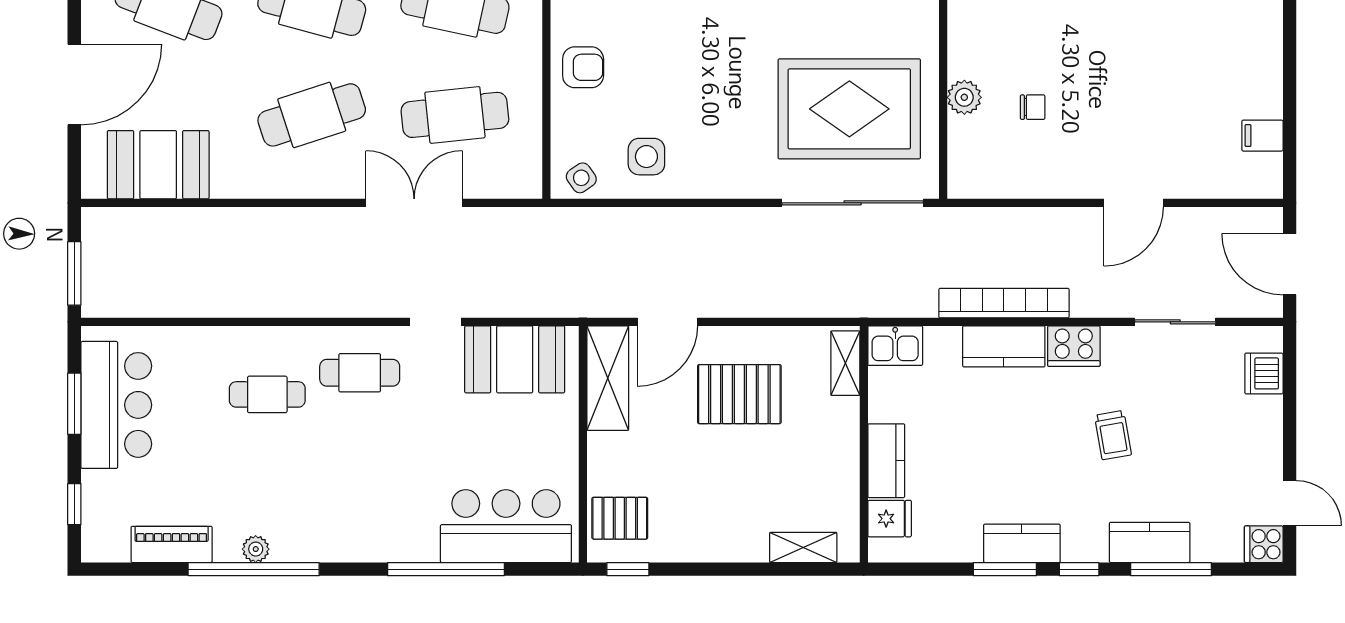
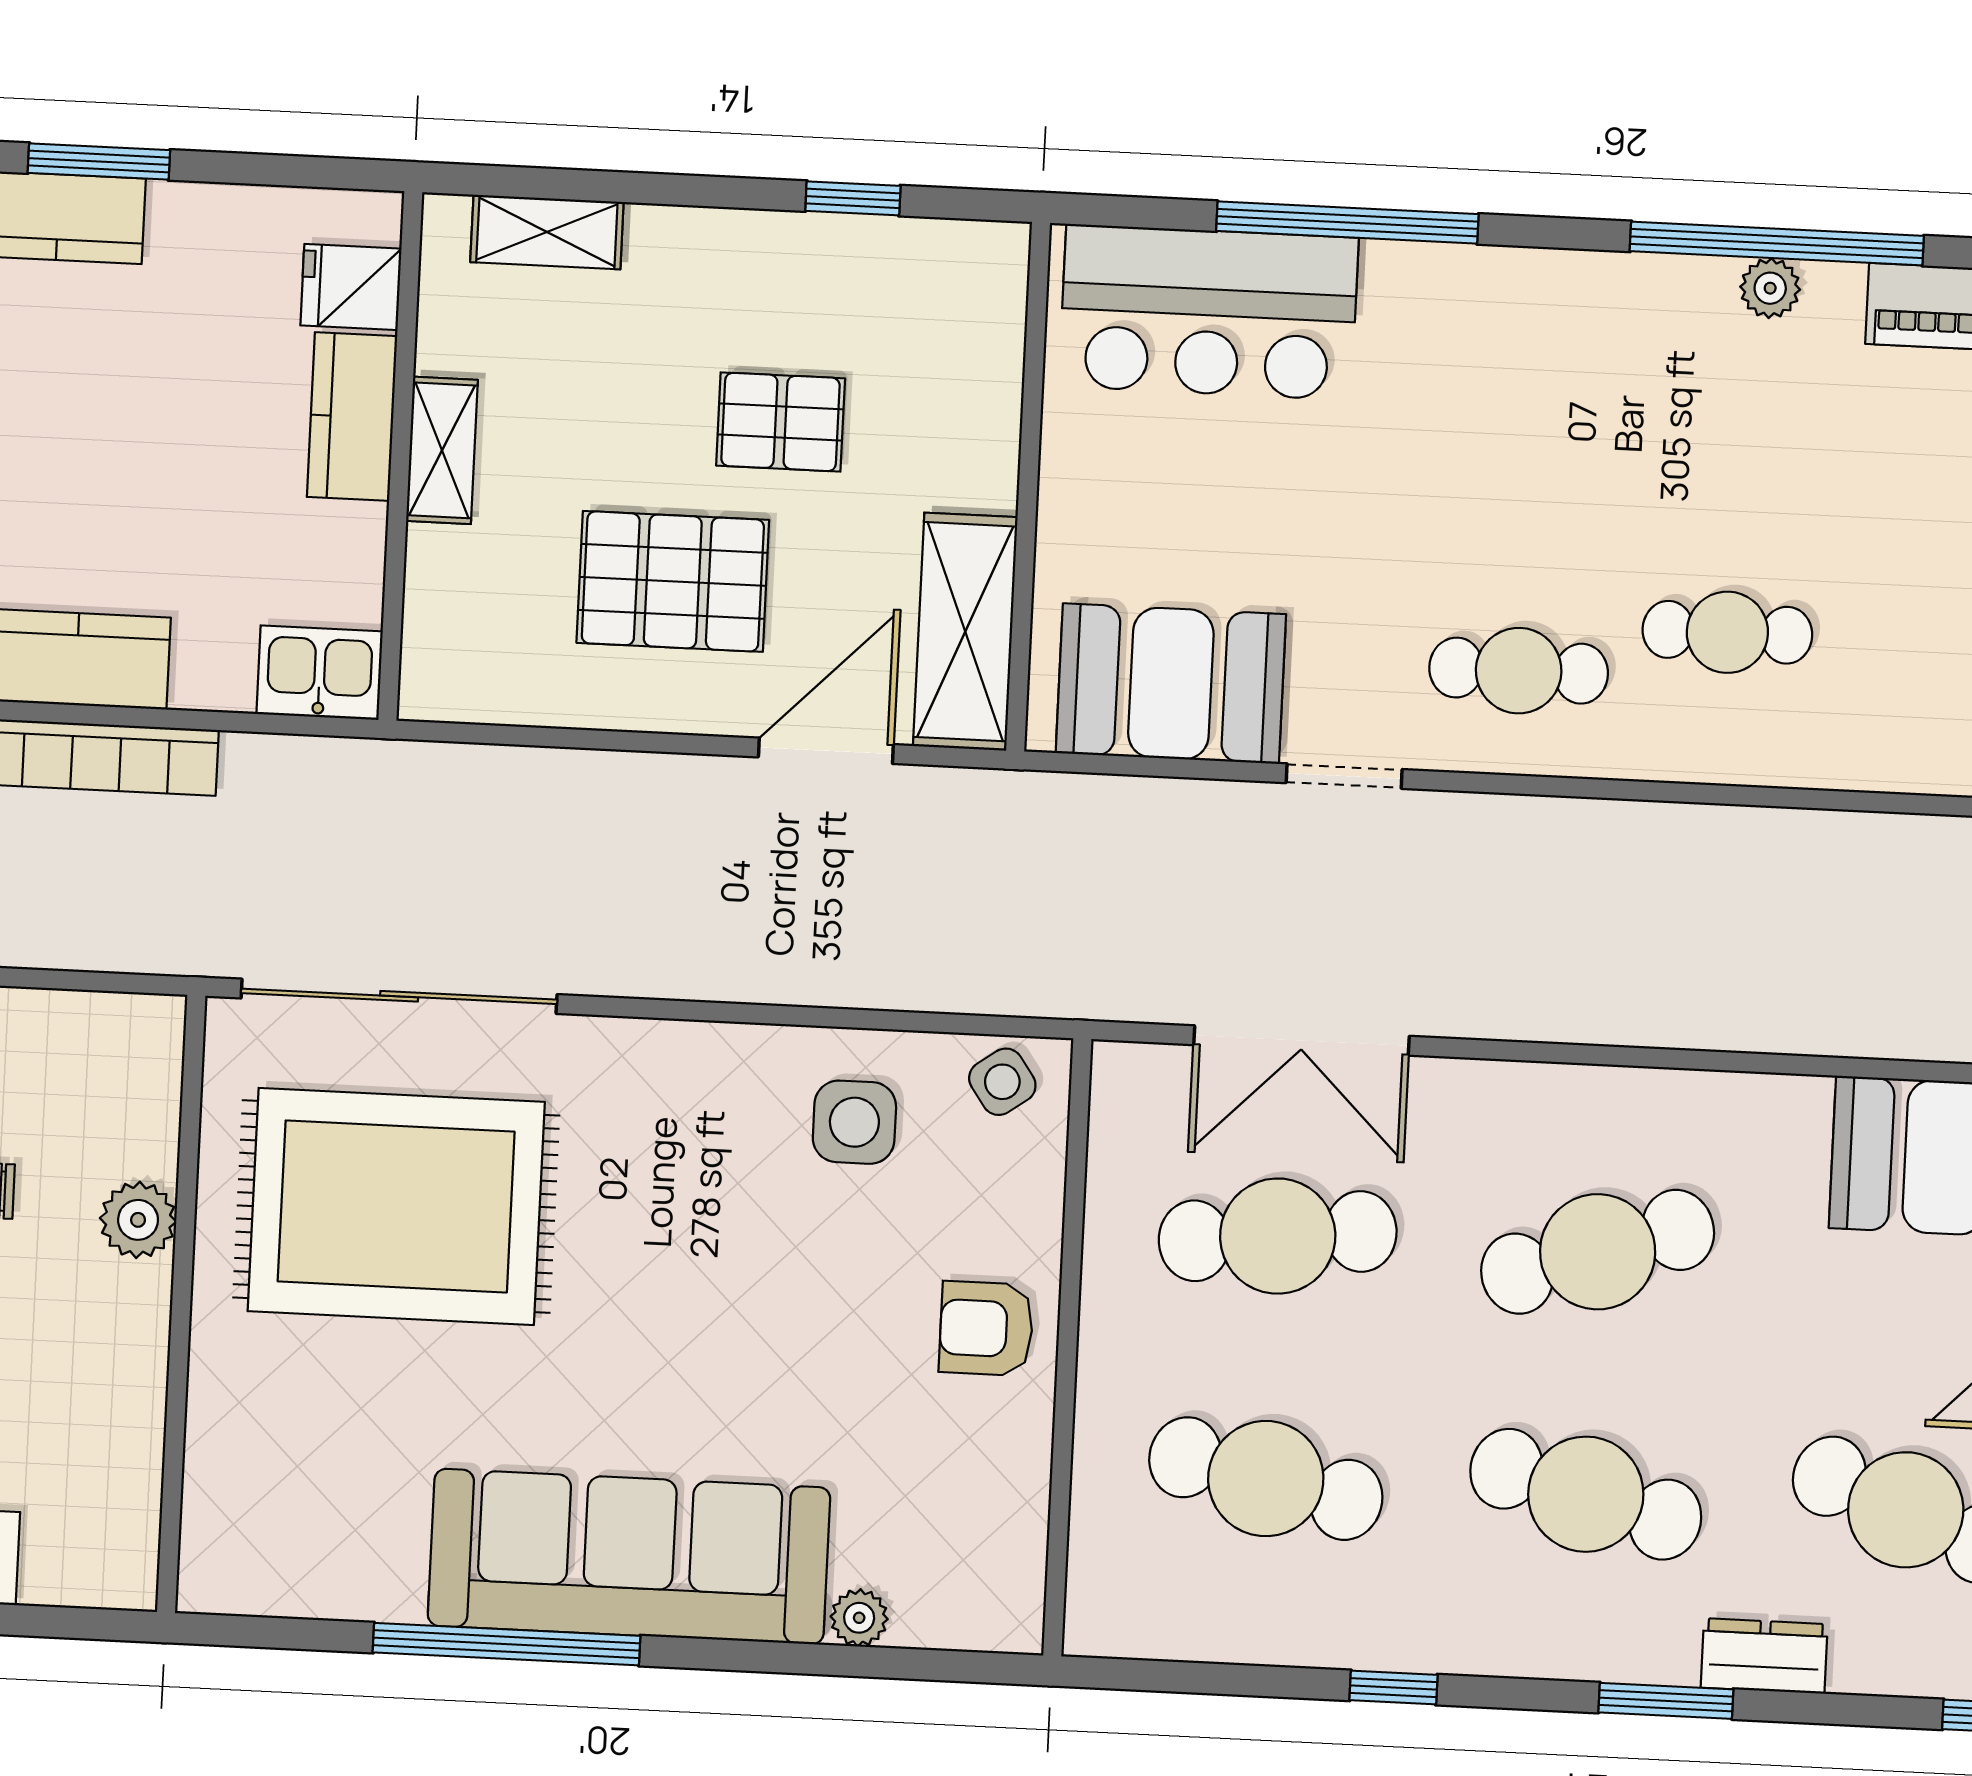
double door: (414, 203) -> (1301, 1040), moved
shelving: (845, 363) -> (442, 450), moved
pallet: (620, 518) -> (781, 422), moved
window: (628, 569) -> (853, 198), moved

